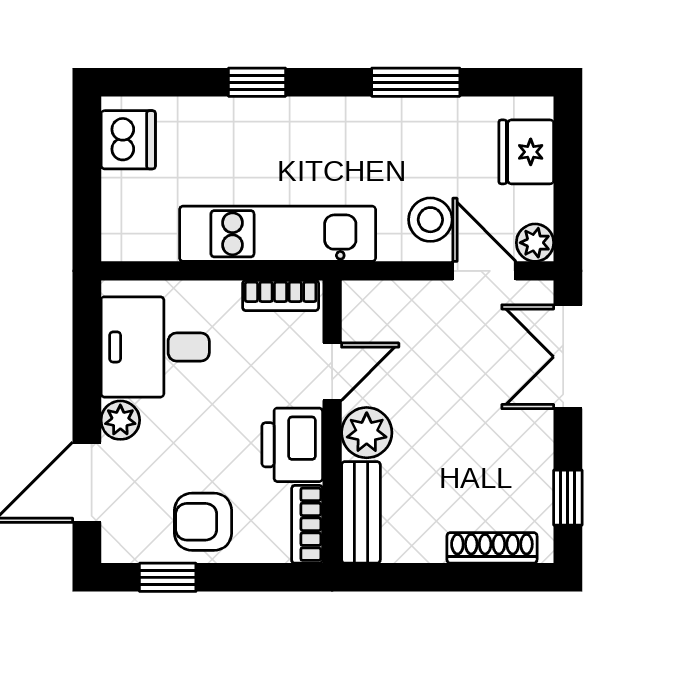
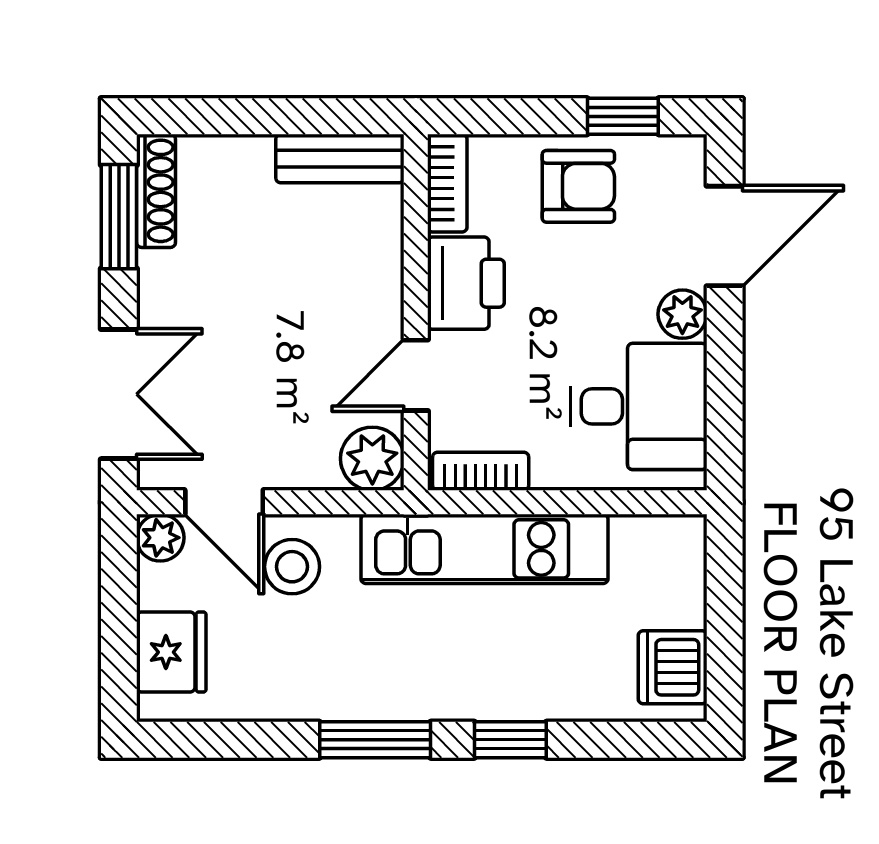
window: (416, 82) -> (375, 740), moved
plant: (367, 433) -> (372, 459), moved
window: (568, 498) -> (119, 217), width x1.50
bench: (361, 512) -> (340, 159), moved, turned 90
shoe rack: (492, 548) -> (156, 191), moved, turned -90

